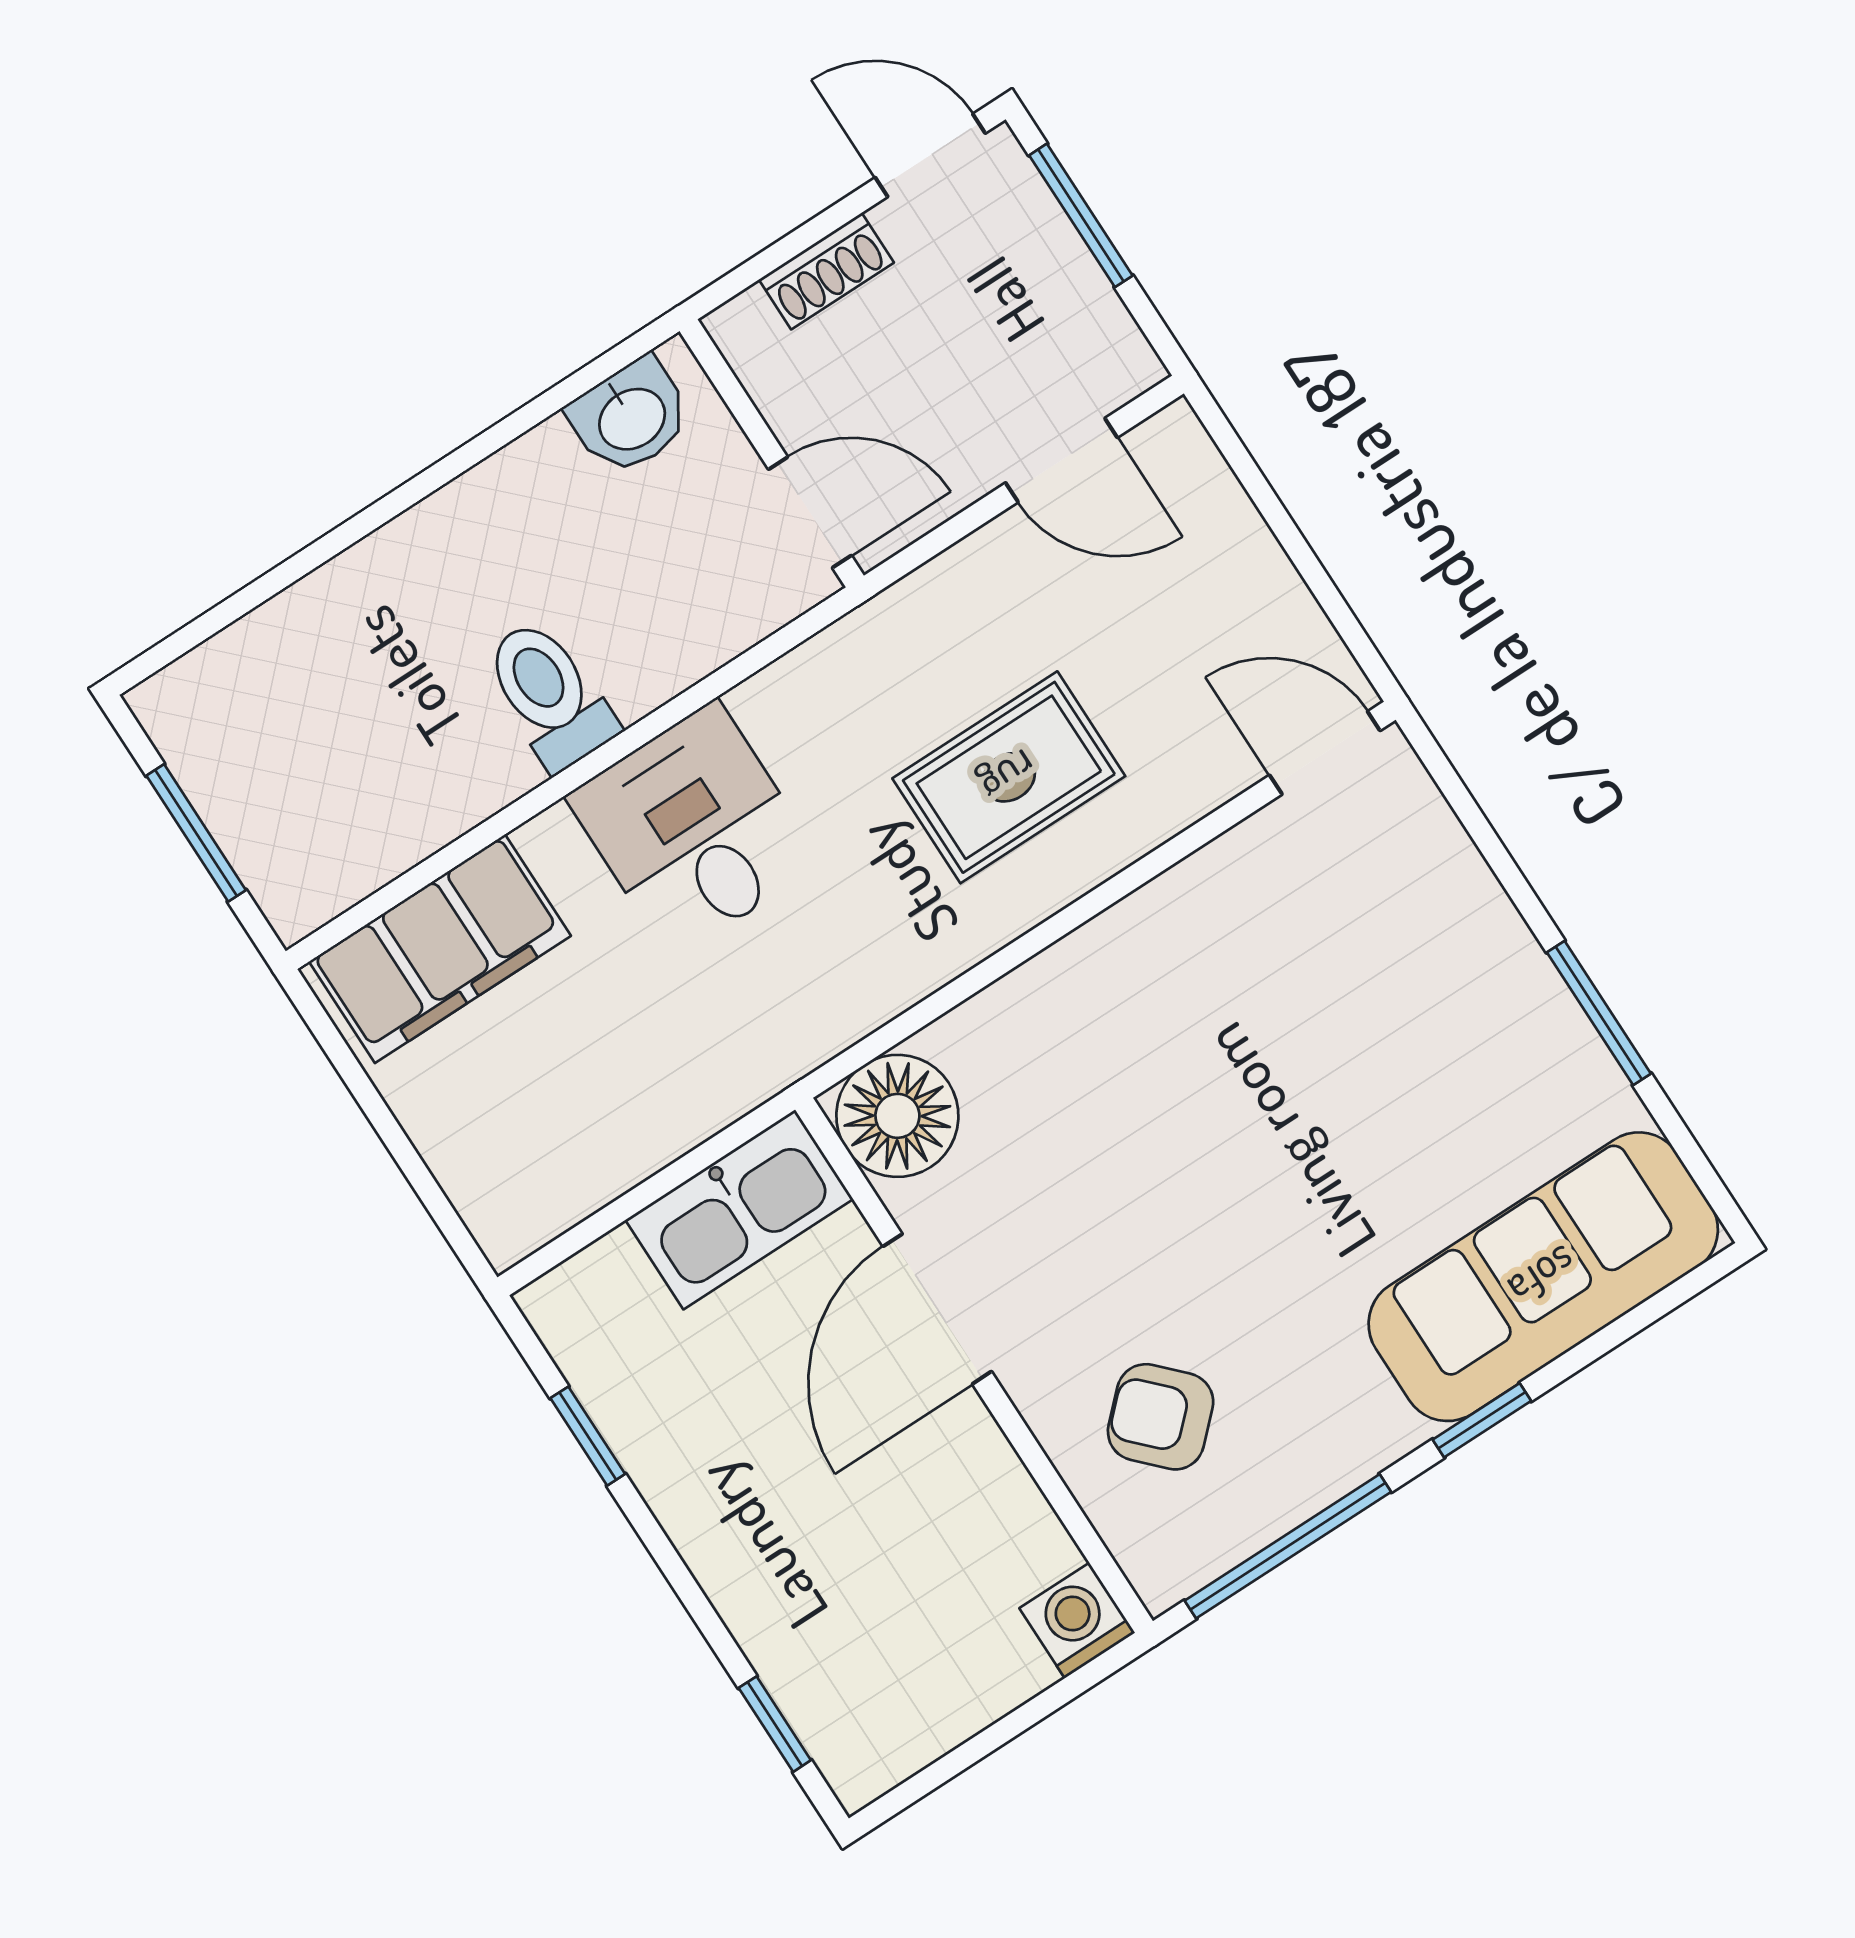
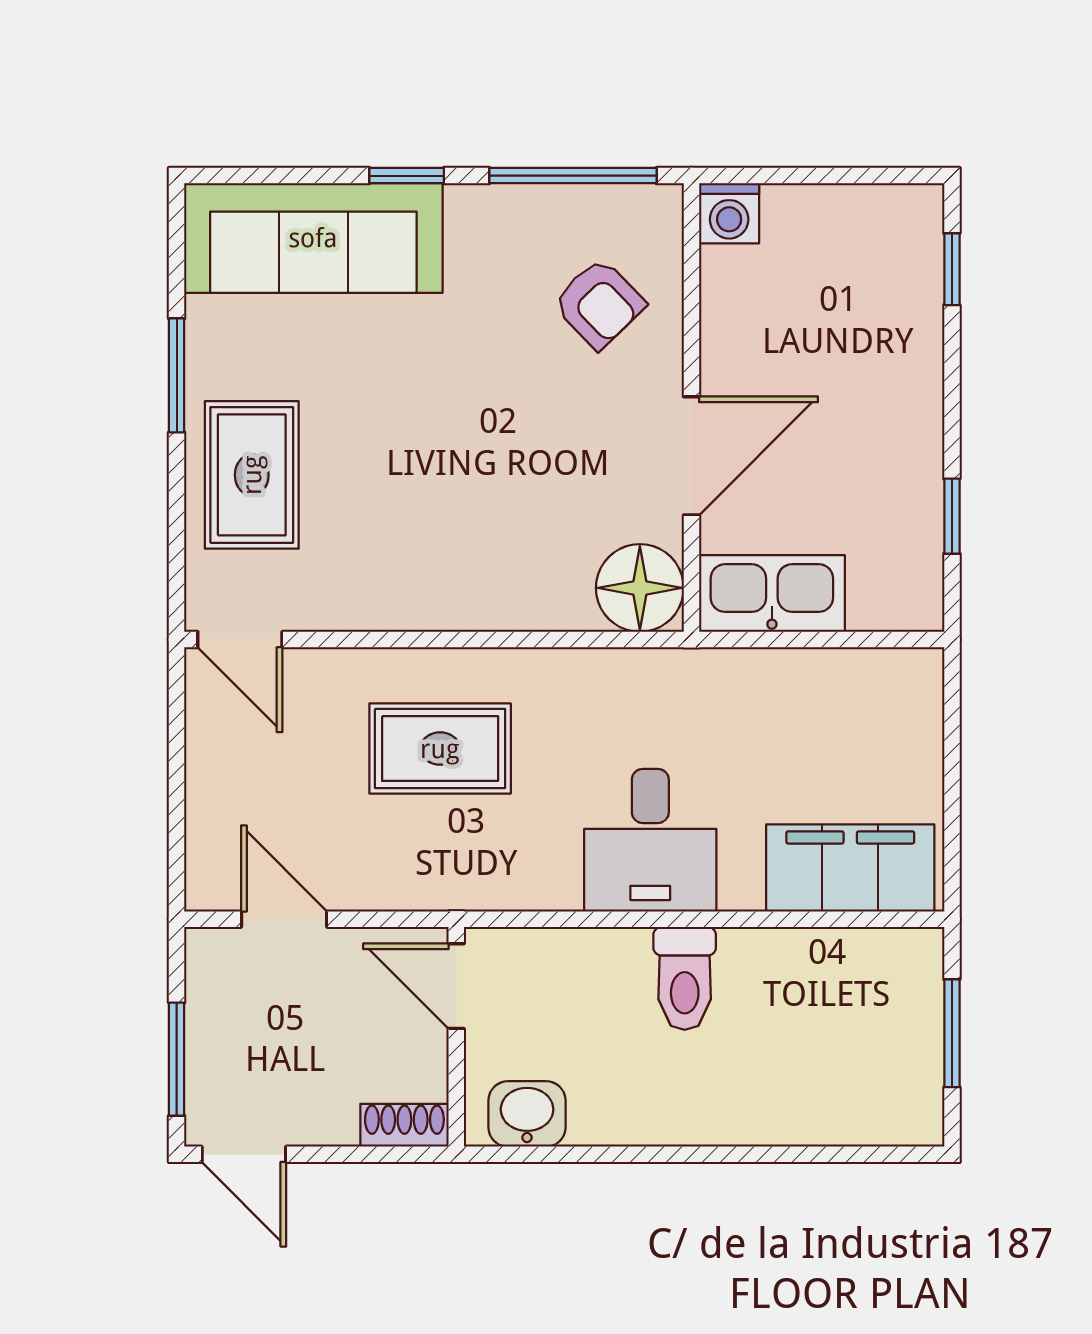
shoe rack: (826, 271) -> (404, 1125), moved
rug: (1436, 954) -> (252, 475), added

